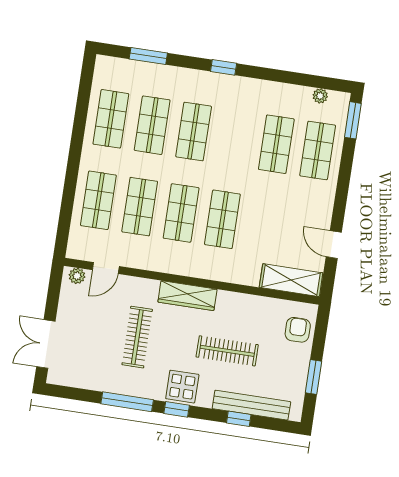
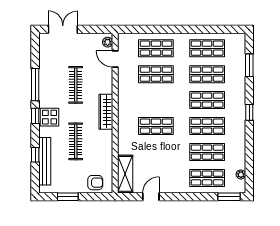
shop shelf: (181, 213) -> (207, 126), moved
clothes rail: (137, 337) -> (76, 85), turned 90

